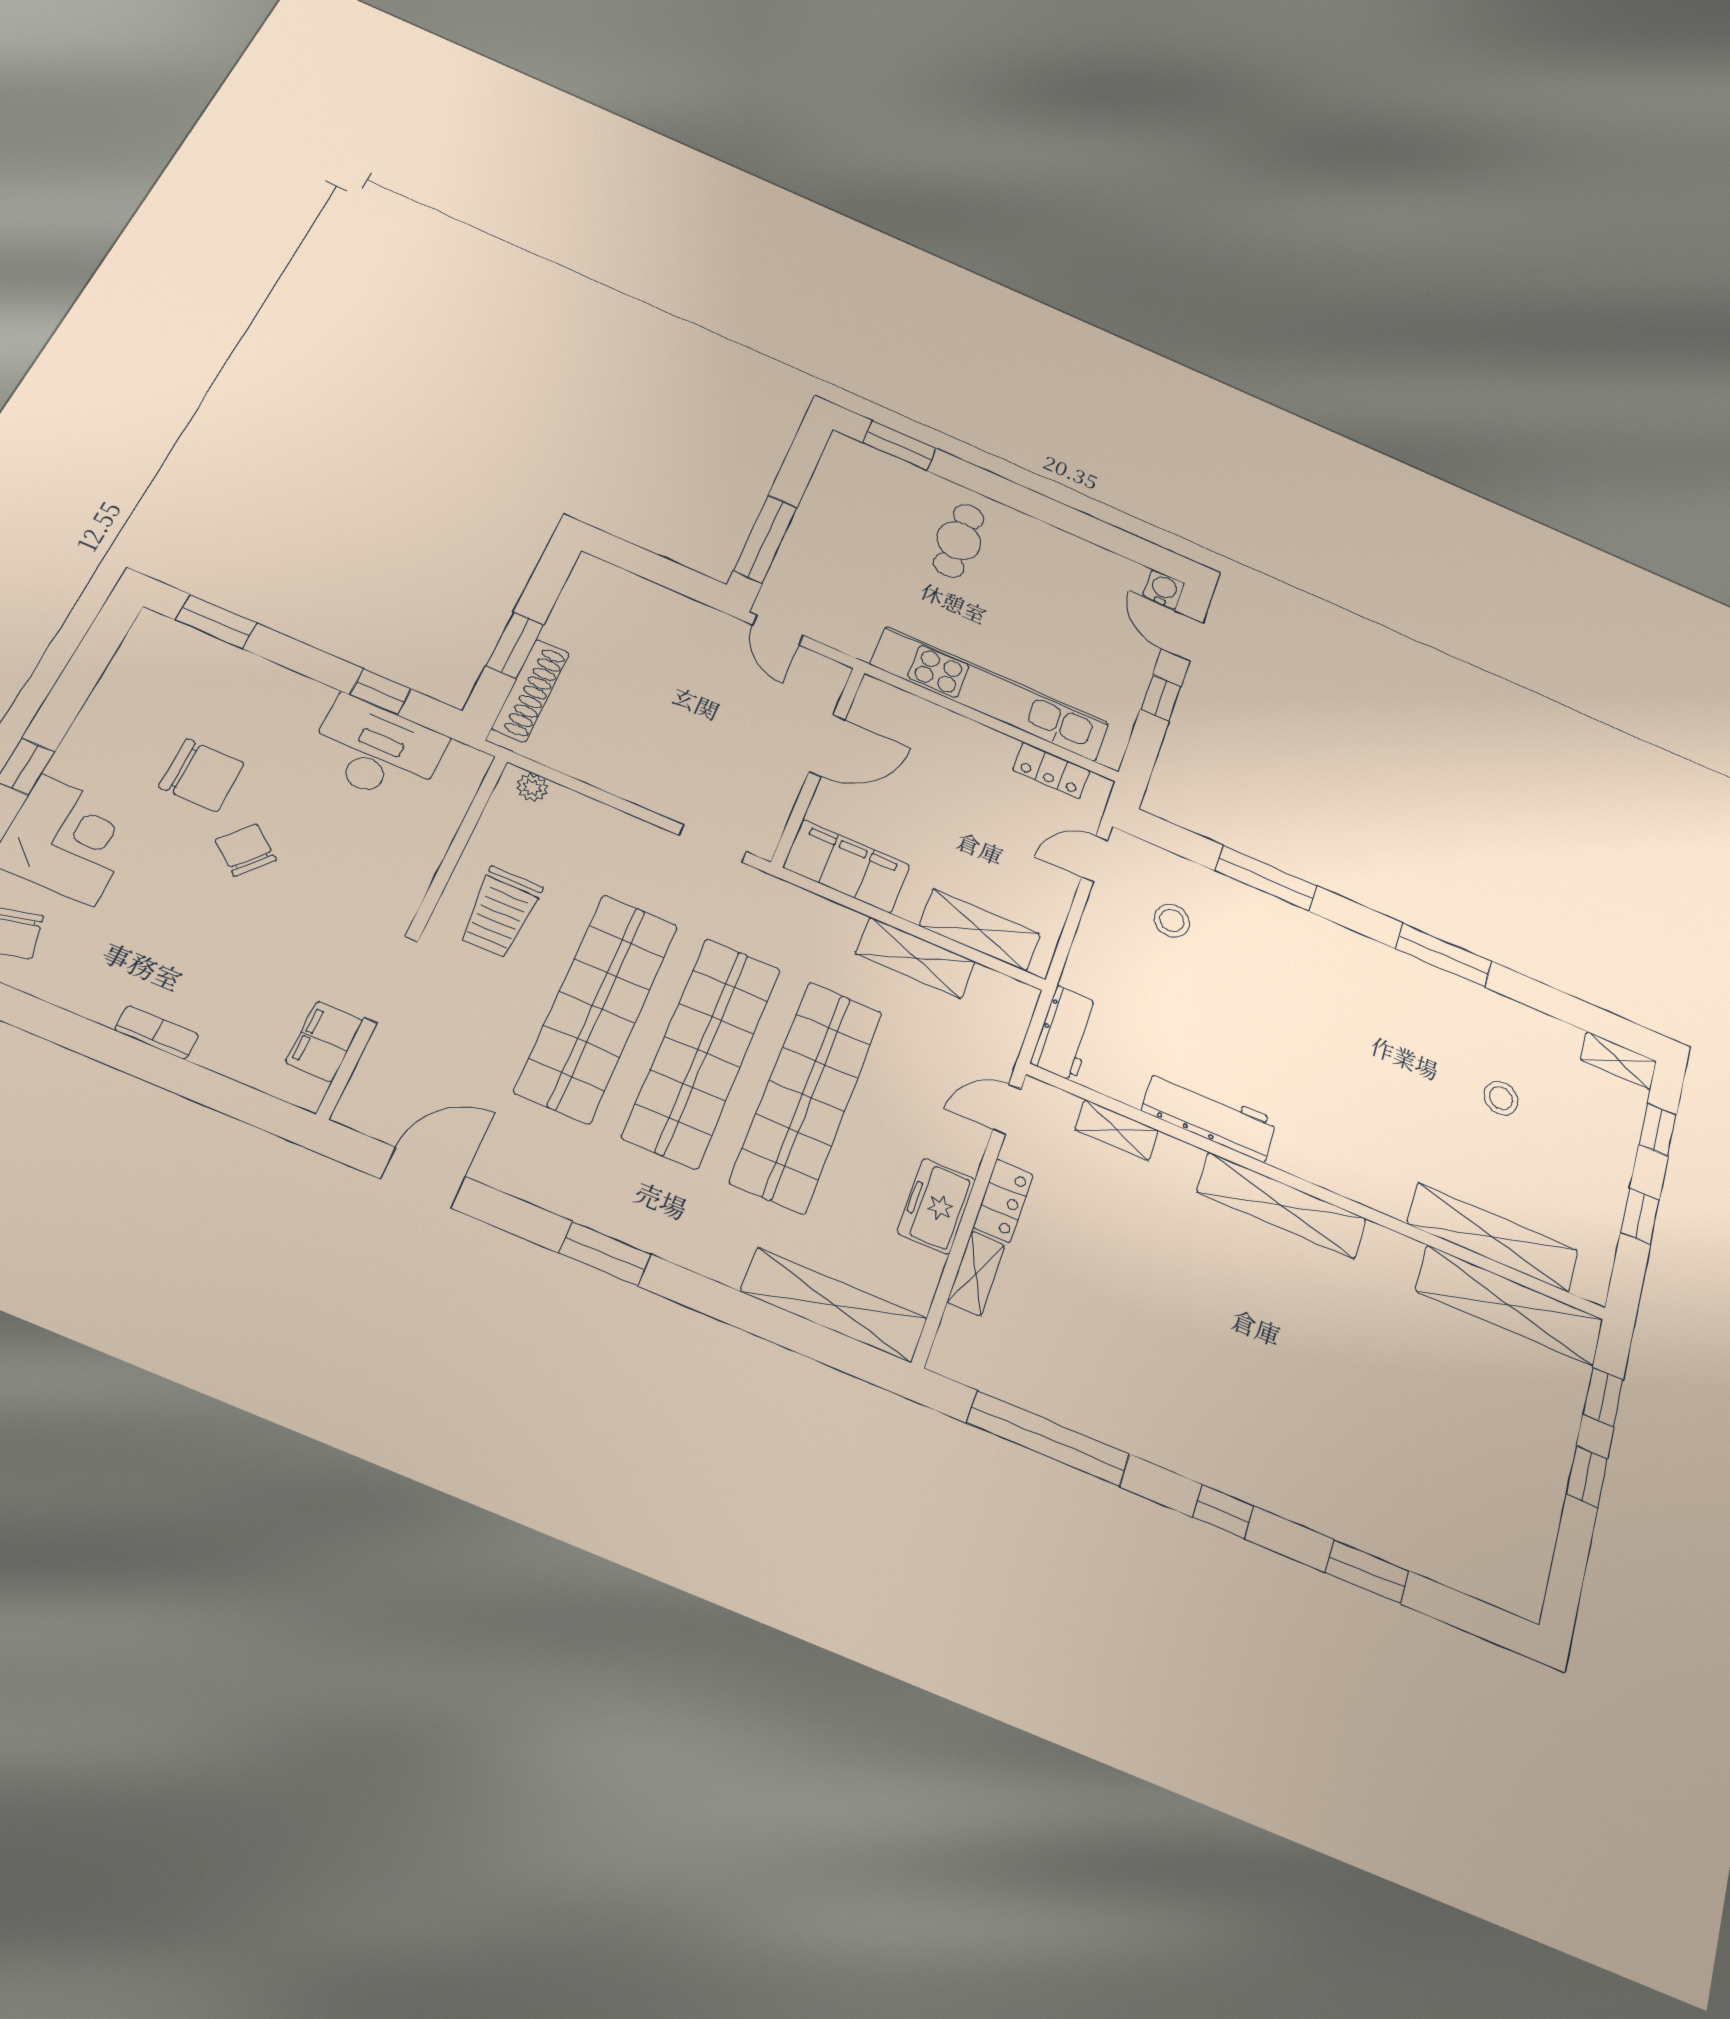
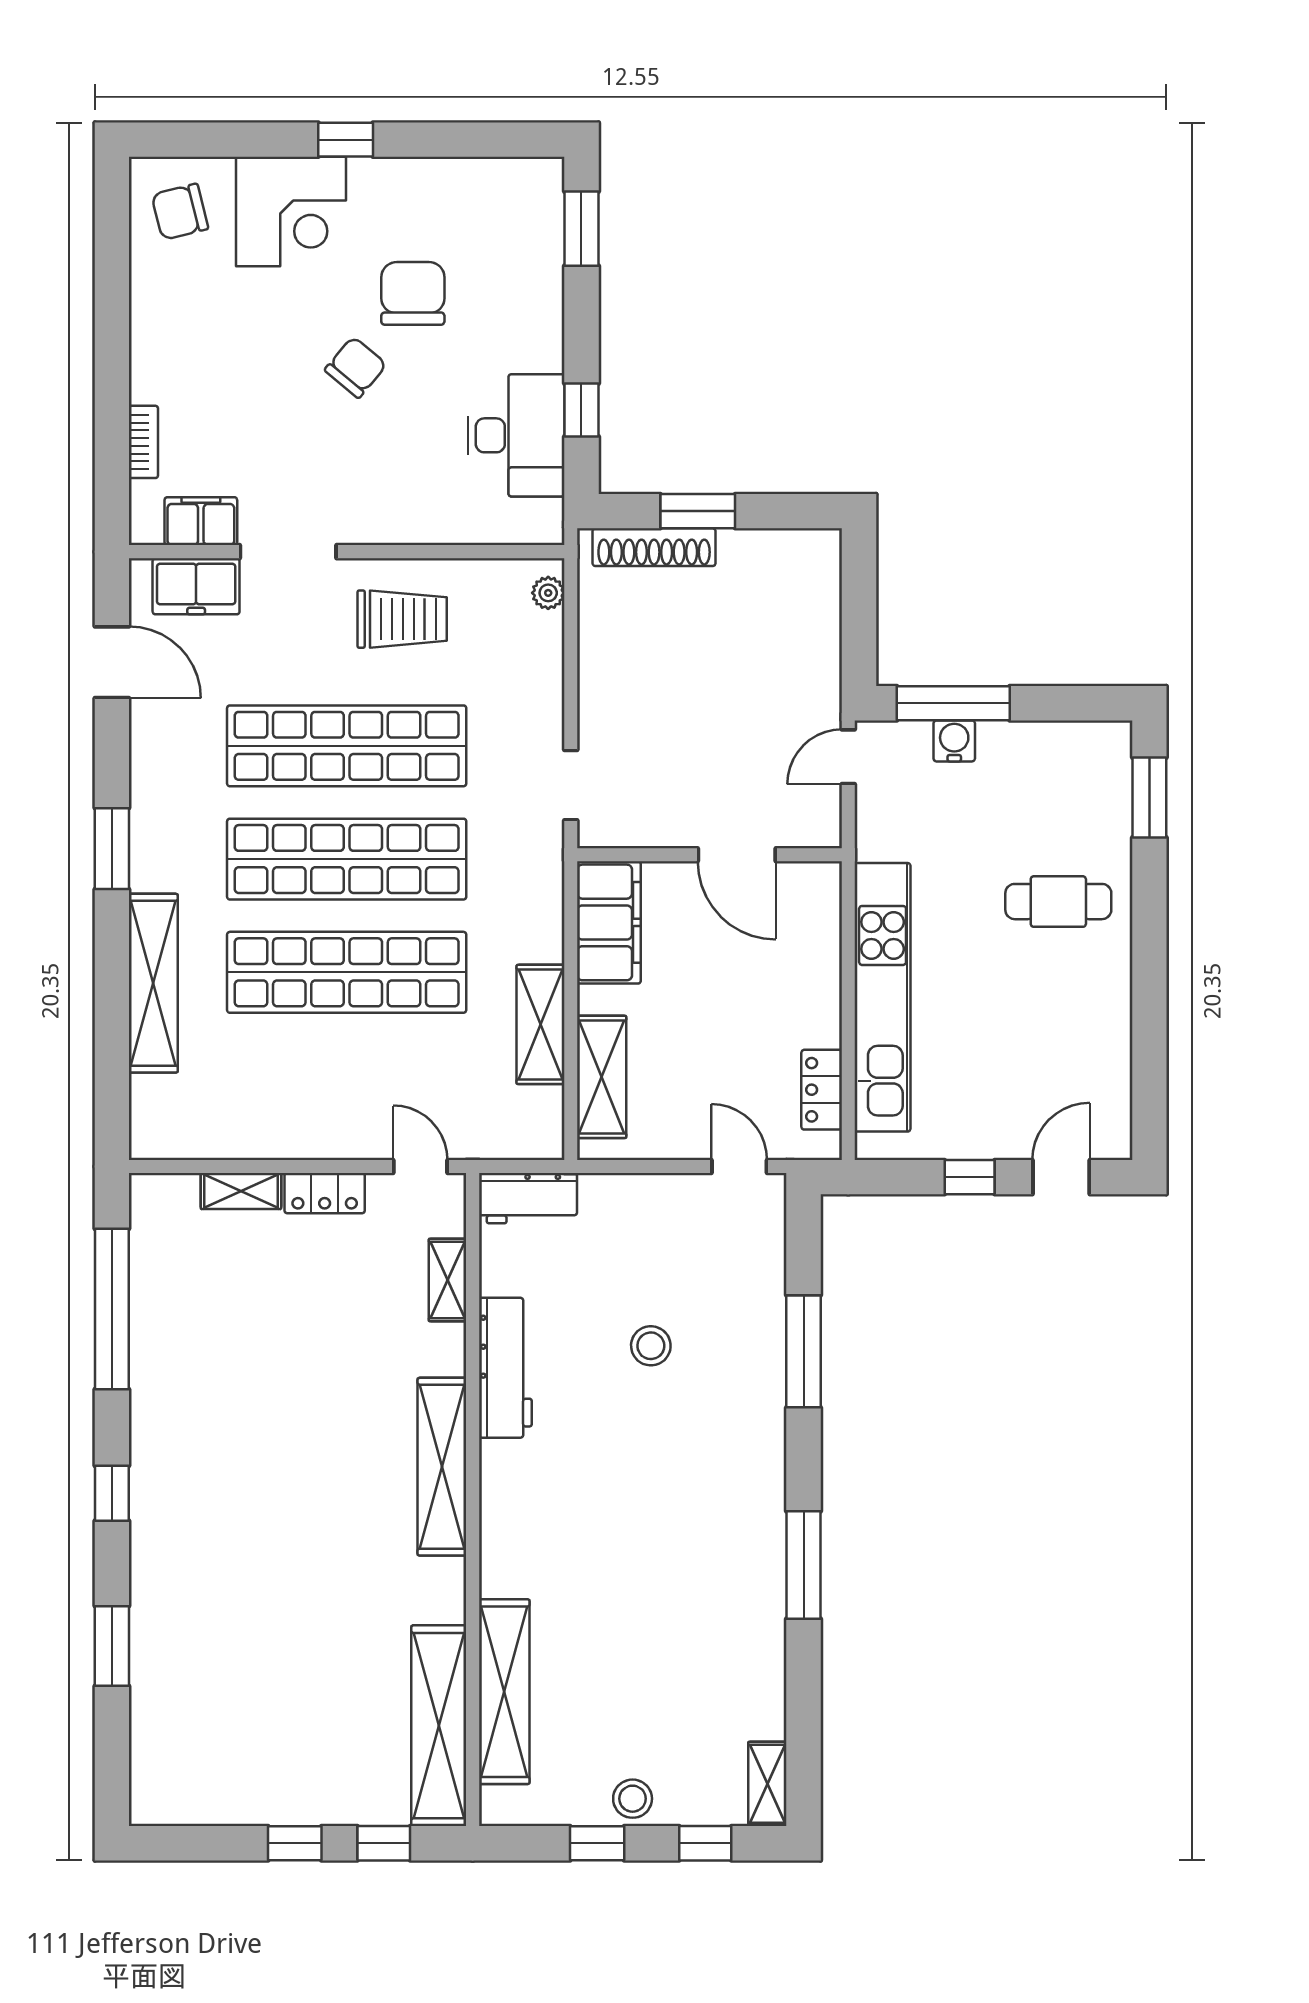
water cooler: (1164, 589) -> (954, 741), moved, turned -90
chair: (202, 775) -> (413, 293), turned 180
trolley: (500, 912) -> (402, 619), turned 180
stool: (1172, 921) -> (651, 1346), moved
bookcase: (157, 1032) -> (143, 442), moved
stool: (1501, 1098) -> (633, 1799), moved
freezer: (936, 1206) -> (196, 586), moved, turned 180
shelving: (834, 1305) -> (153, 983), moved

